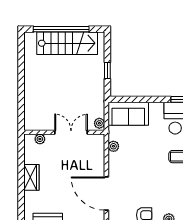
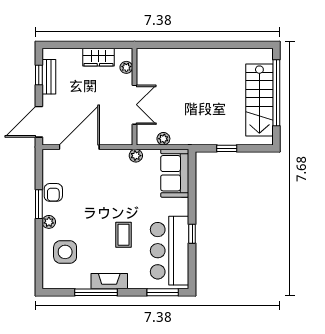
wall: (64, 132) -> (134, 97), moved
double door: (71, 132) -> (134, 105), moved
plant: (40, 139) -> (126, 67), moved

